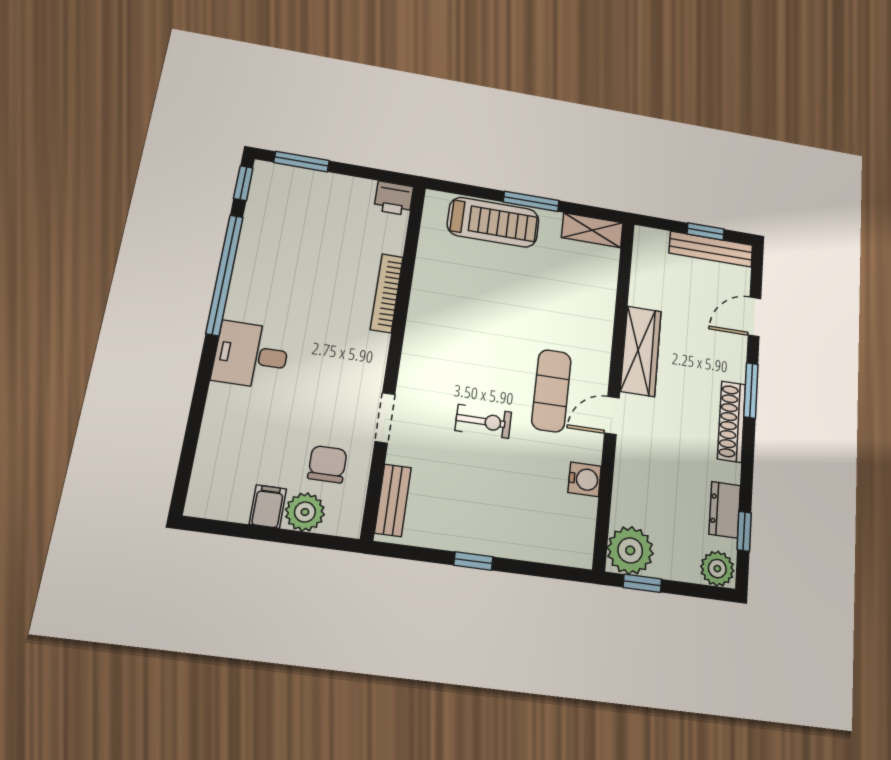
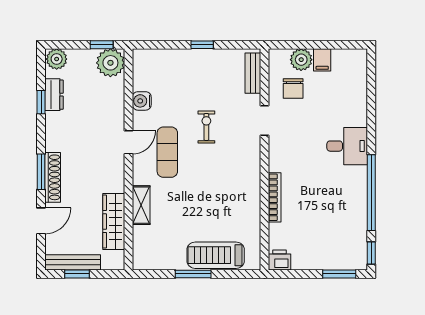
shelving: (592, 230) -> (141, 205), moved, turned 90
wardrobe: (641, 351) -> (114, 221), moved
exercise bike: (483, 421) -> (206, 127), turned 90
shoe rack: (731, 422) -> (53, 177), moved
window: (744, 531) -> (41, 102), moved

